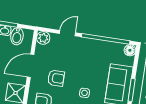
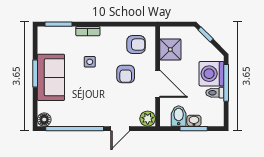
door: (31, 66) -> (158, 84), hinge flipped
armchair: (56, 78) -> (126, 74), turned -90

